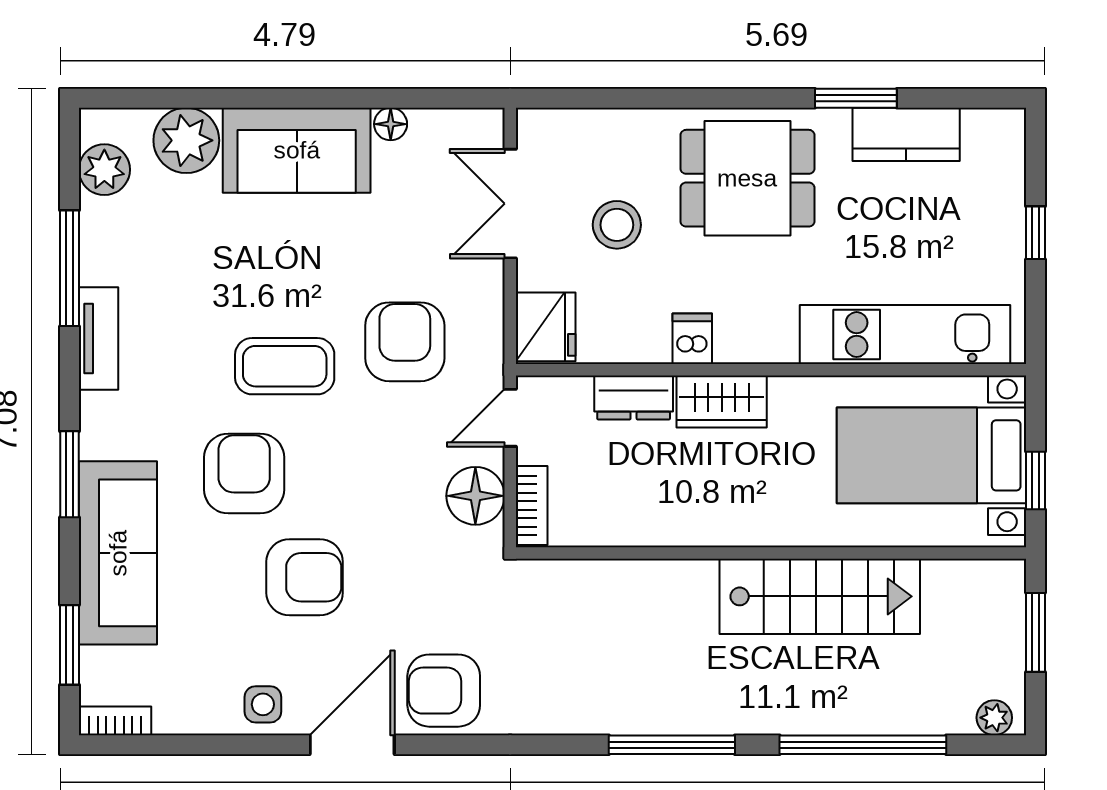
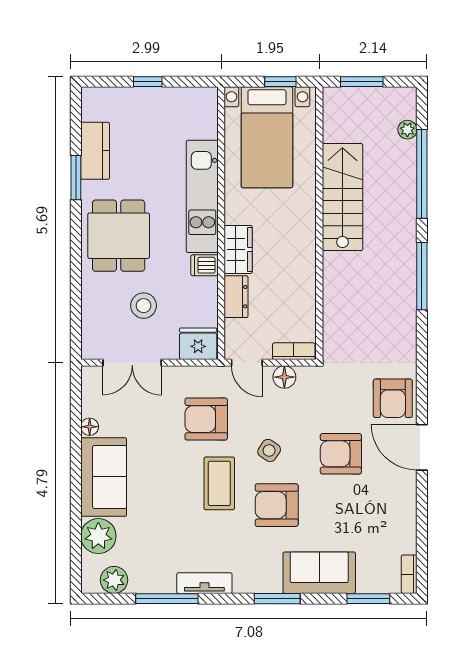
kitchen unit: (905, 335) -> (202, 196), moved
floor lamp: (475, 496) -> (284, 377), width x0.73, depth x0.73
sofa: (118, 553) -> (319, 573), width x0.73
armchair: (305, 577) -> (341, 454), moved, turned -90
side table: (263, 704) -> (269, 451), moved, turned 34
plant: (994, 718) -> (407, 130), moved

